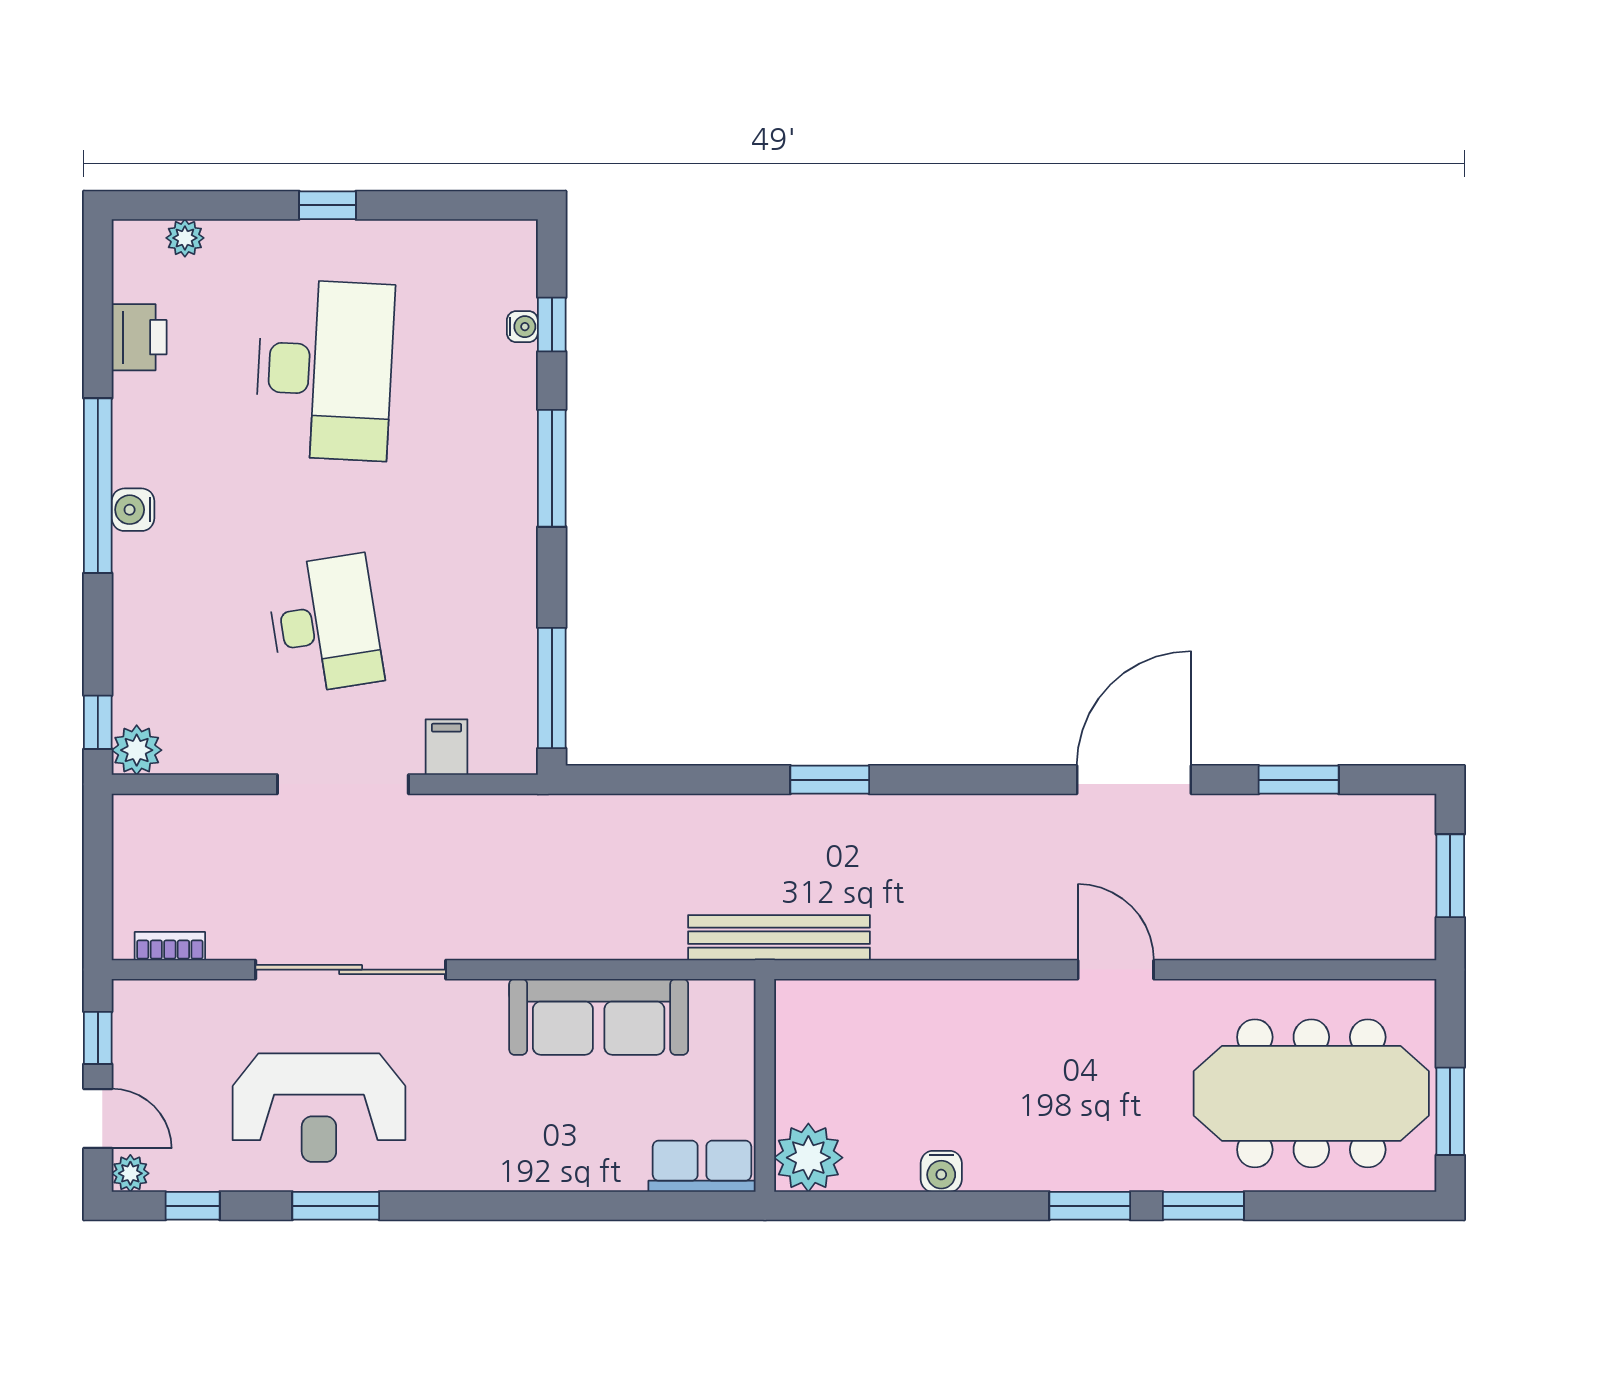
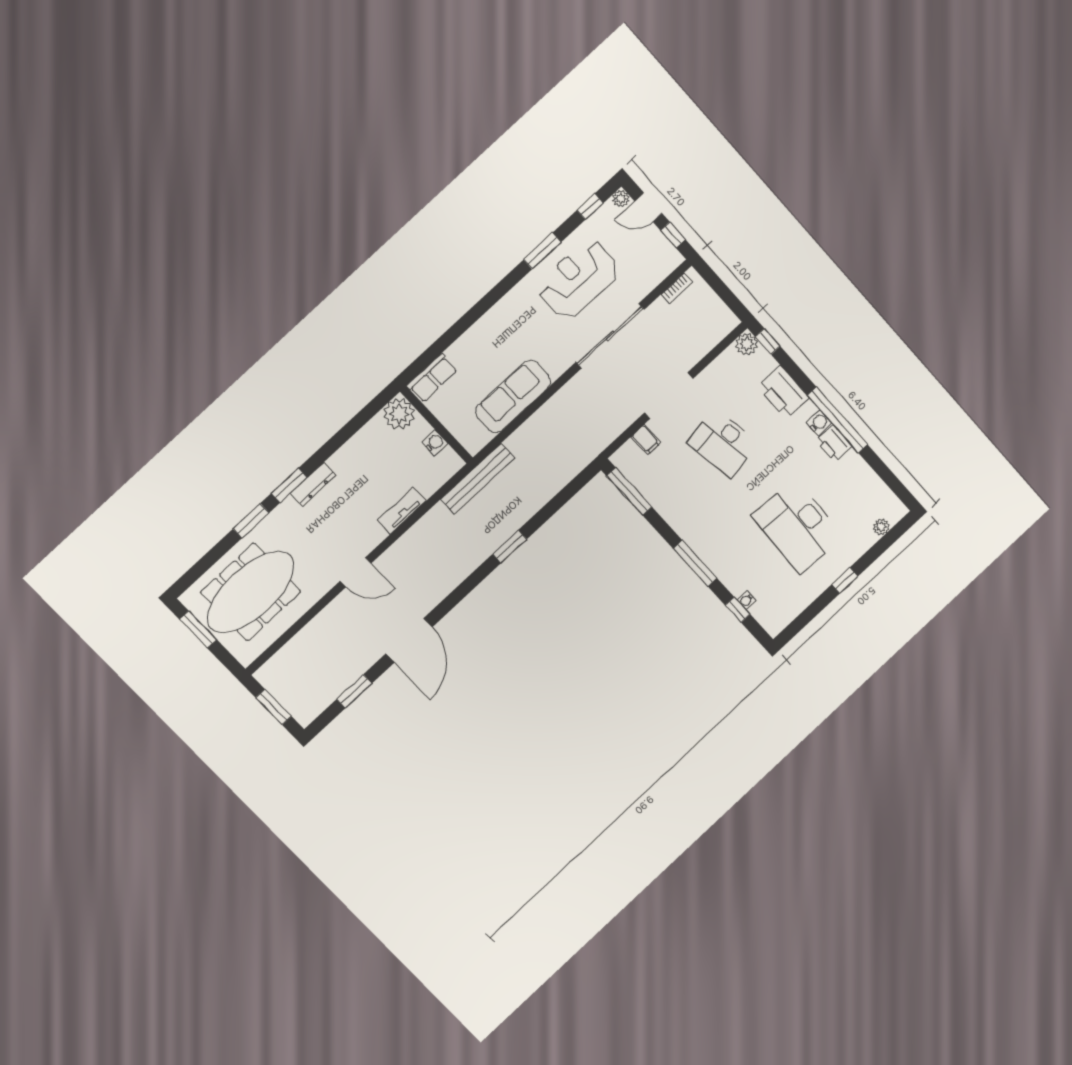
printer: (139, 337) -> (834, 444), moved
printer: (147, 615) -> (783, 392), added
tv unit: (949, 999) -> (402, 511), added
water cooler: (941, 1171) -> (435, 443), moved, turned 90
dresser: (1050, 1172) -> (313, 484), added

